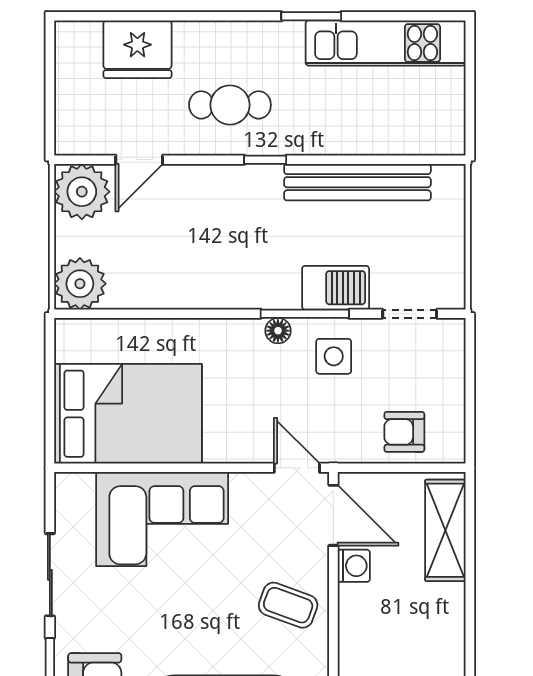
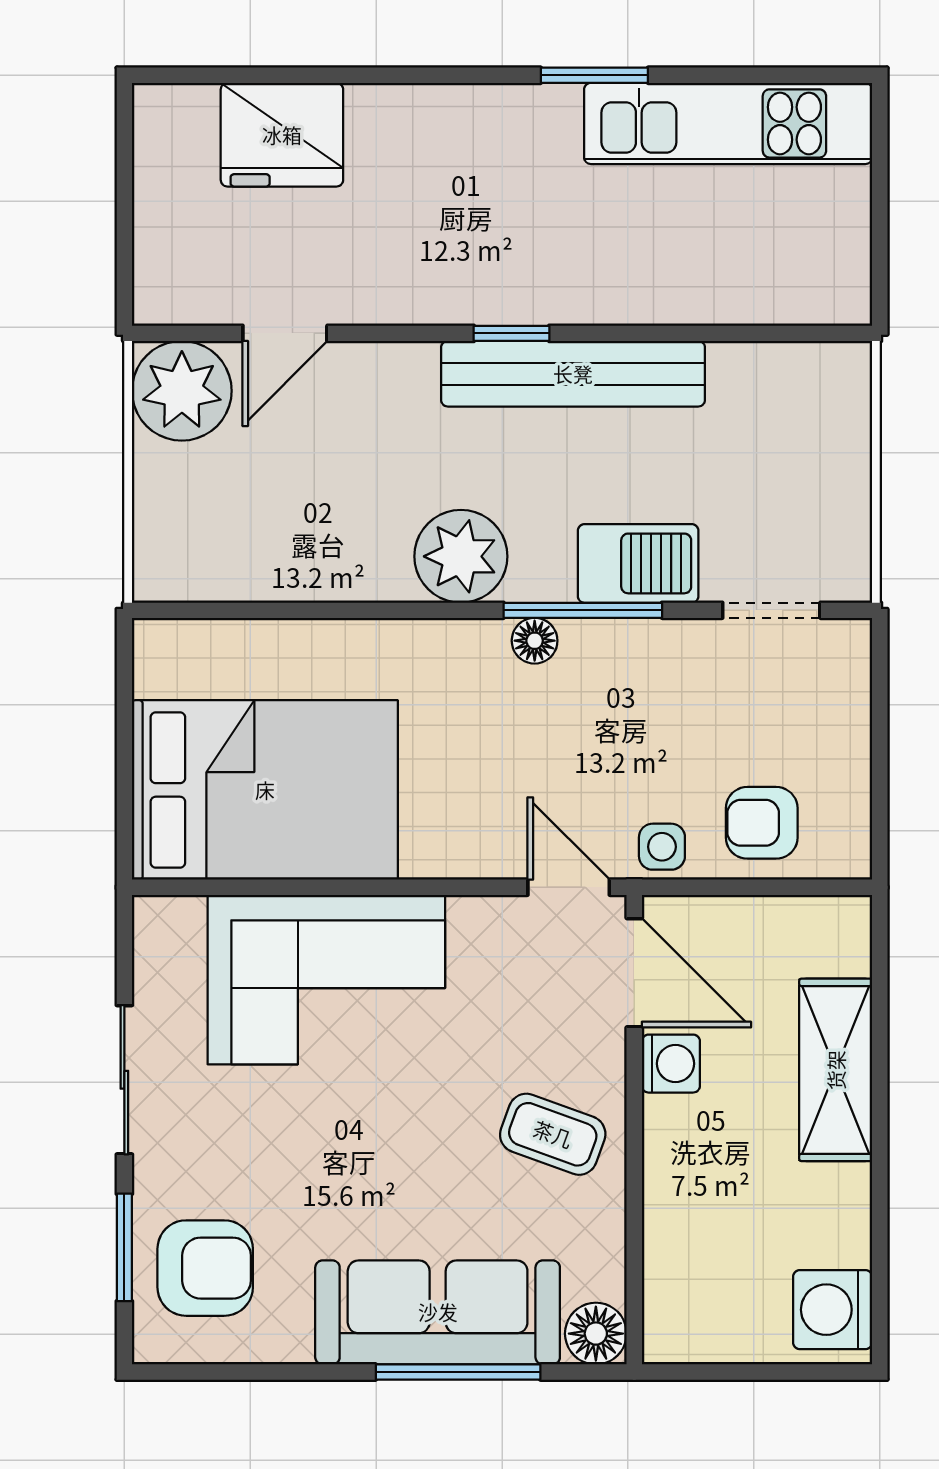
cafe table: (230, 105) -> (448, 235), removed
bench: (357, 182) -> (573, 374), moved
plant: (80, 284) -> (461, 556), moved
side table: (334, 356) -> (662, 847), moved, width x0.73, depth x0.73
shelving: (445, 530) -> (836, 1070), moved

